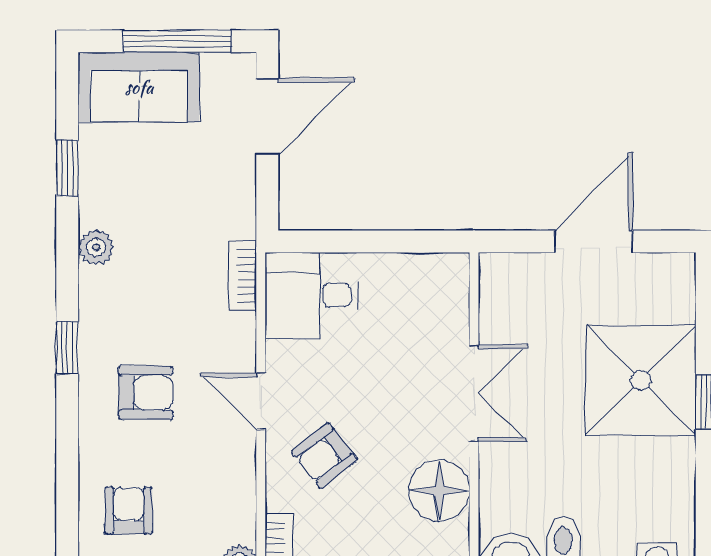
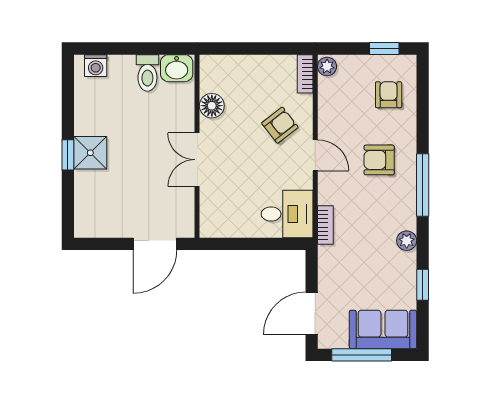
door: (594, 241) -> (155, 244), moved
window: (67, 348) -> (423, 185), width x2.17
shower: (641, 380) -> (90, 153), width x0.54, depth x0.54
floor lamp: (439, 491) -> (212, 106), width x0.73, depth x0.73
armchair: (129, 510) -> (389, 95), turned 180

